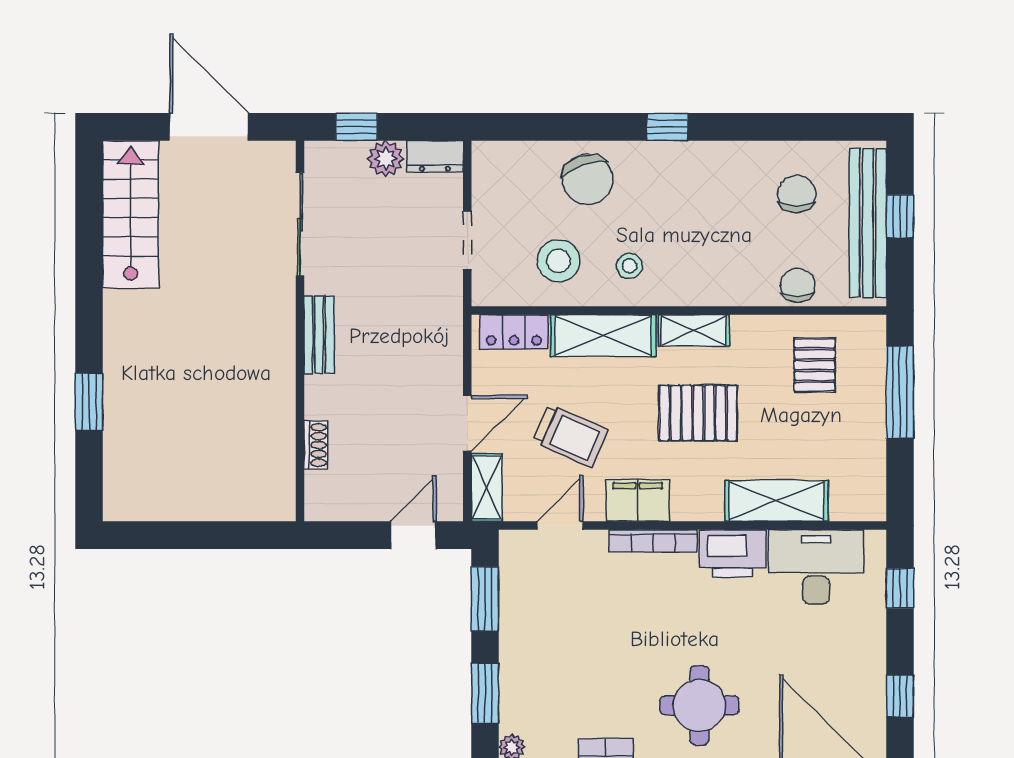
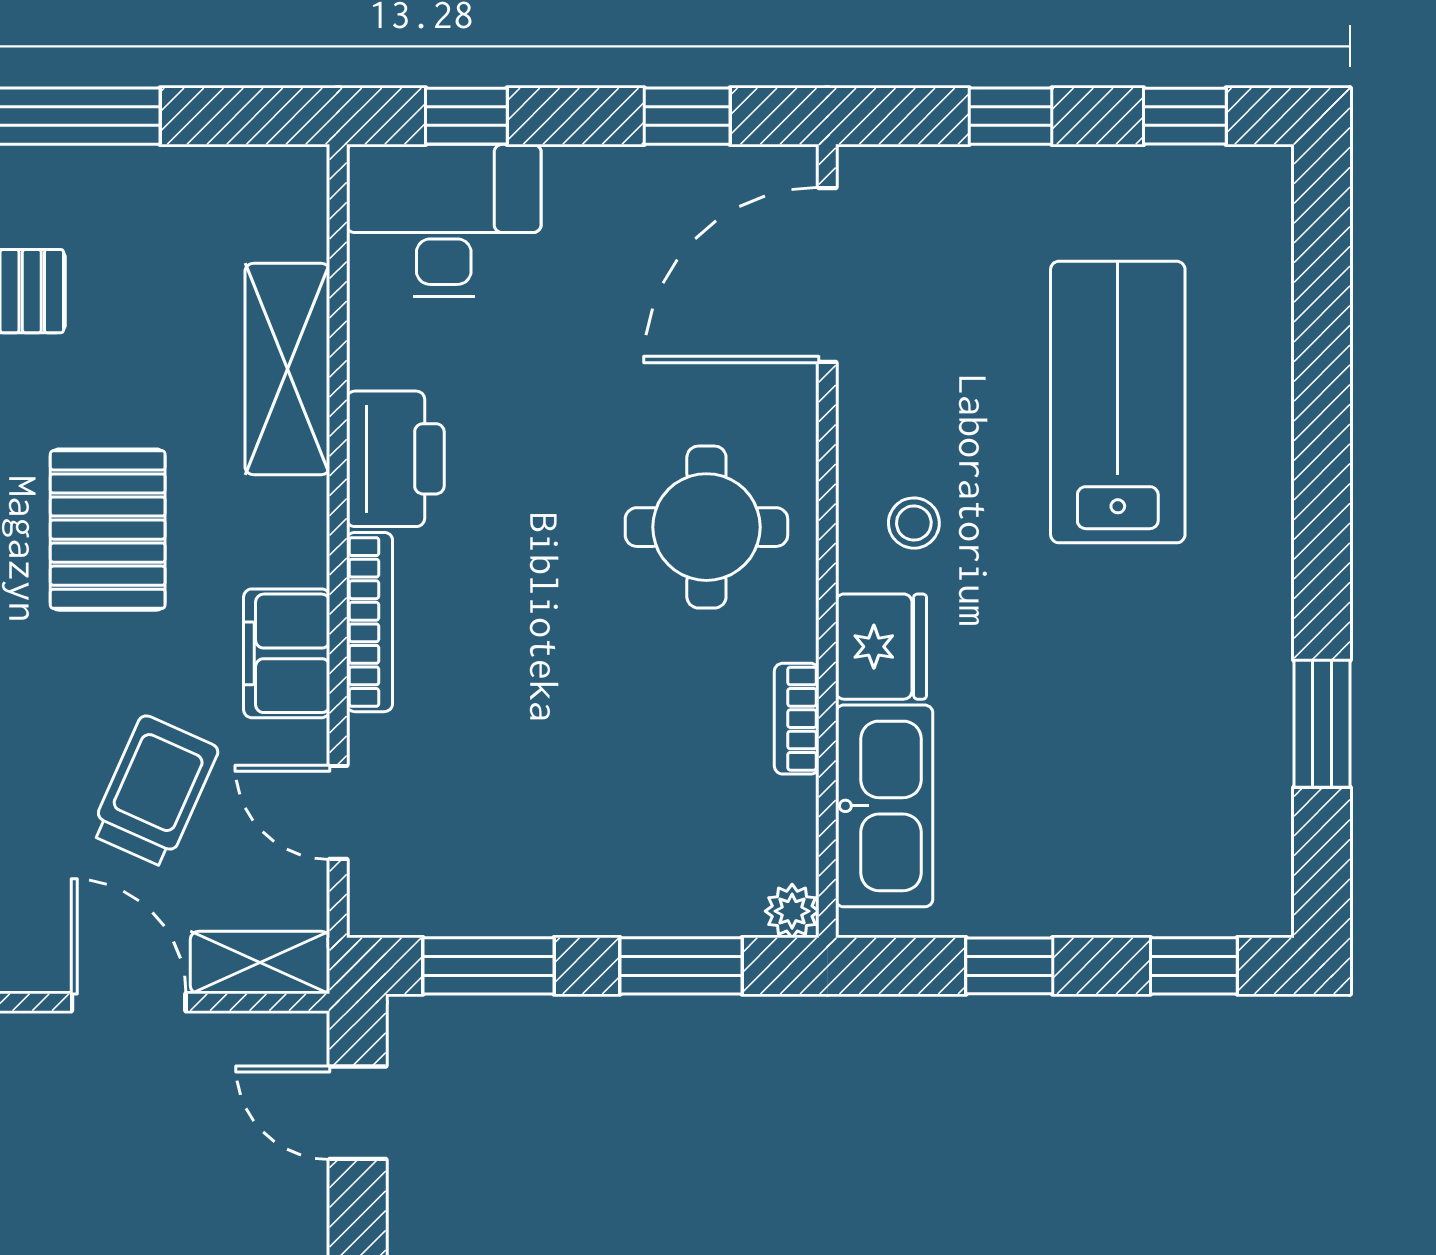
desk: (816, 567) -> (444, 220), moved, turned 90

